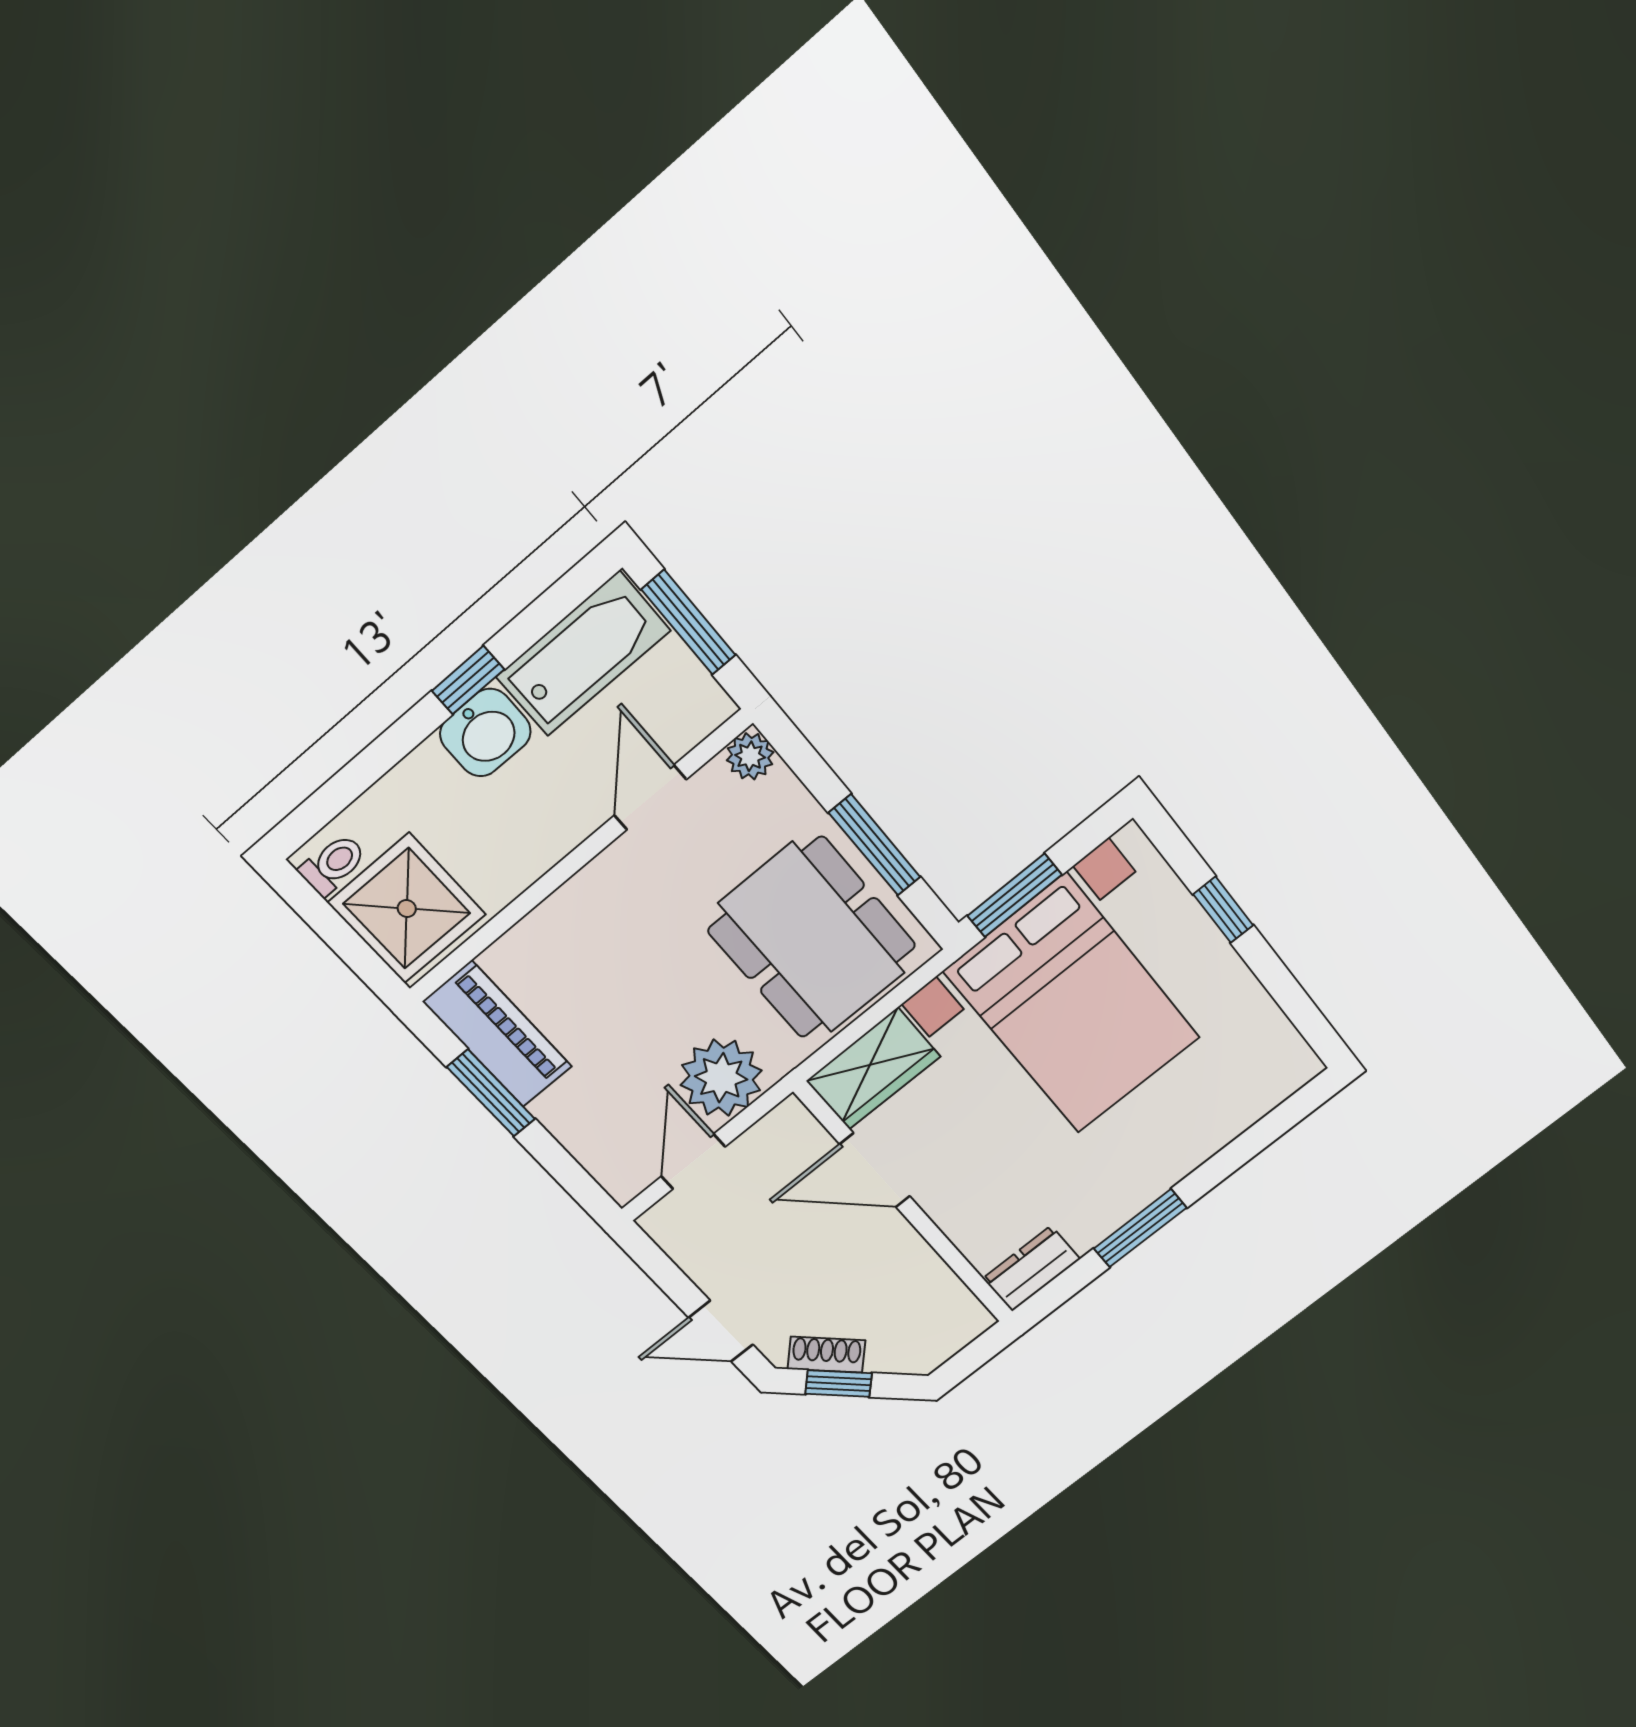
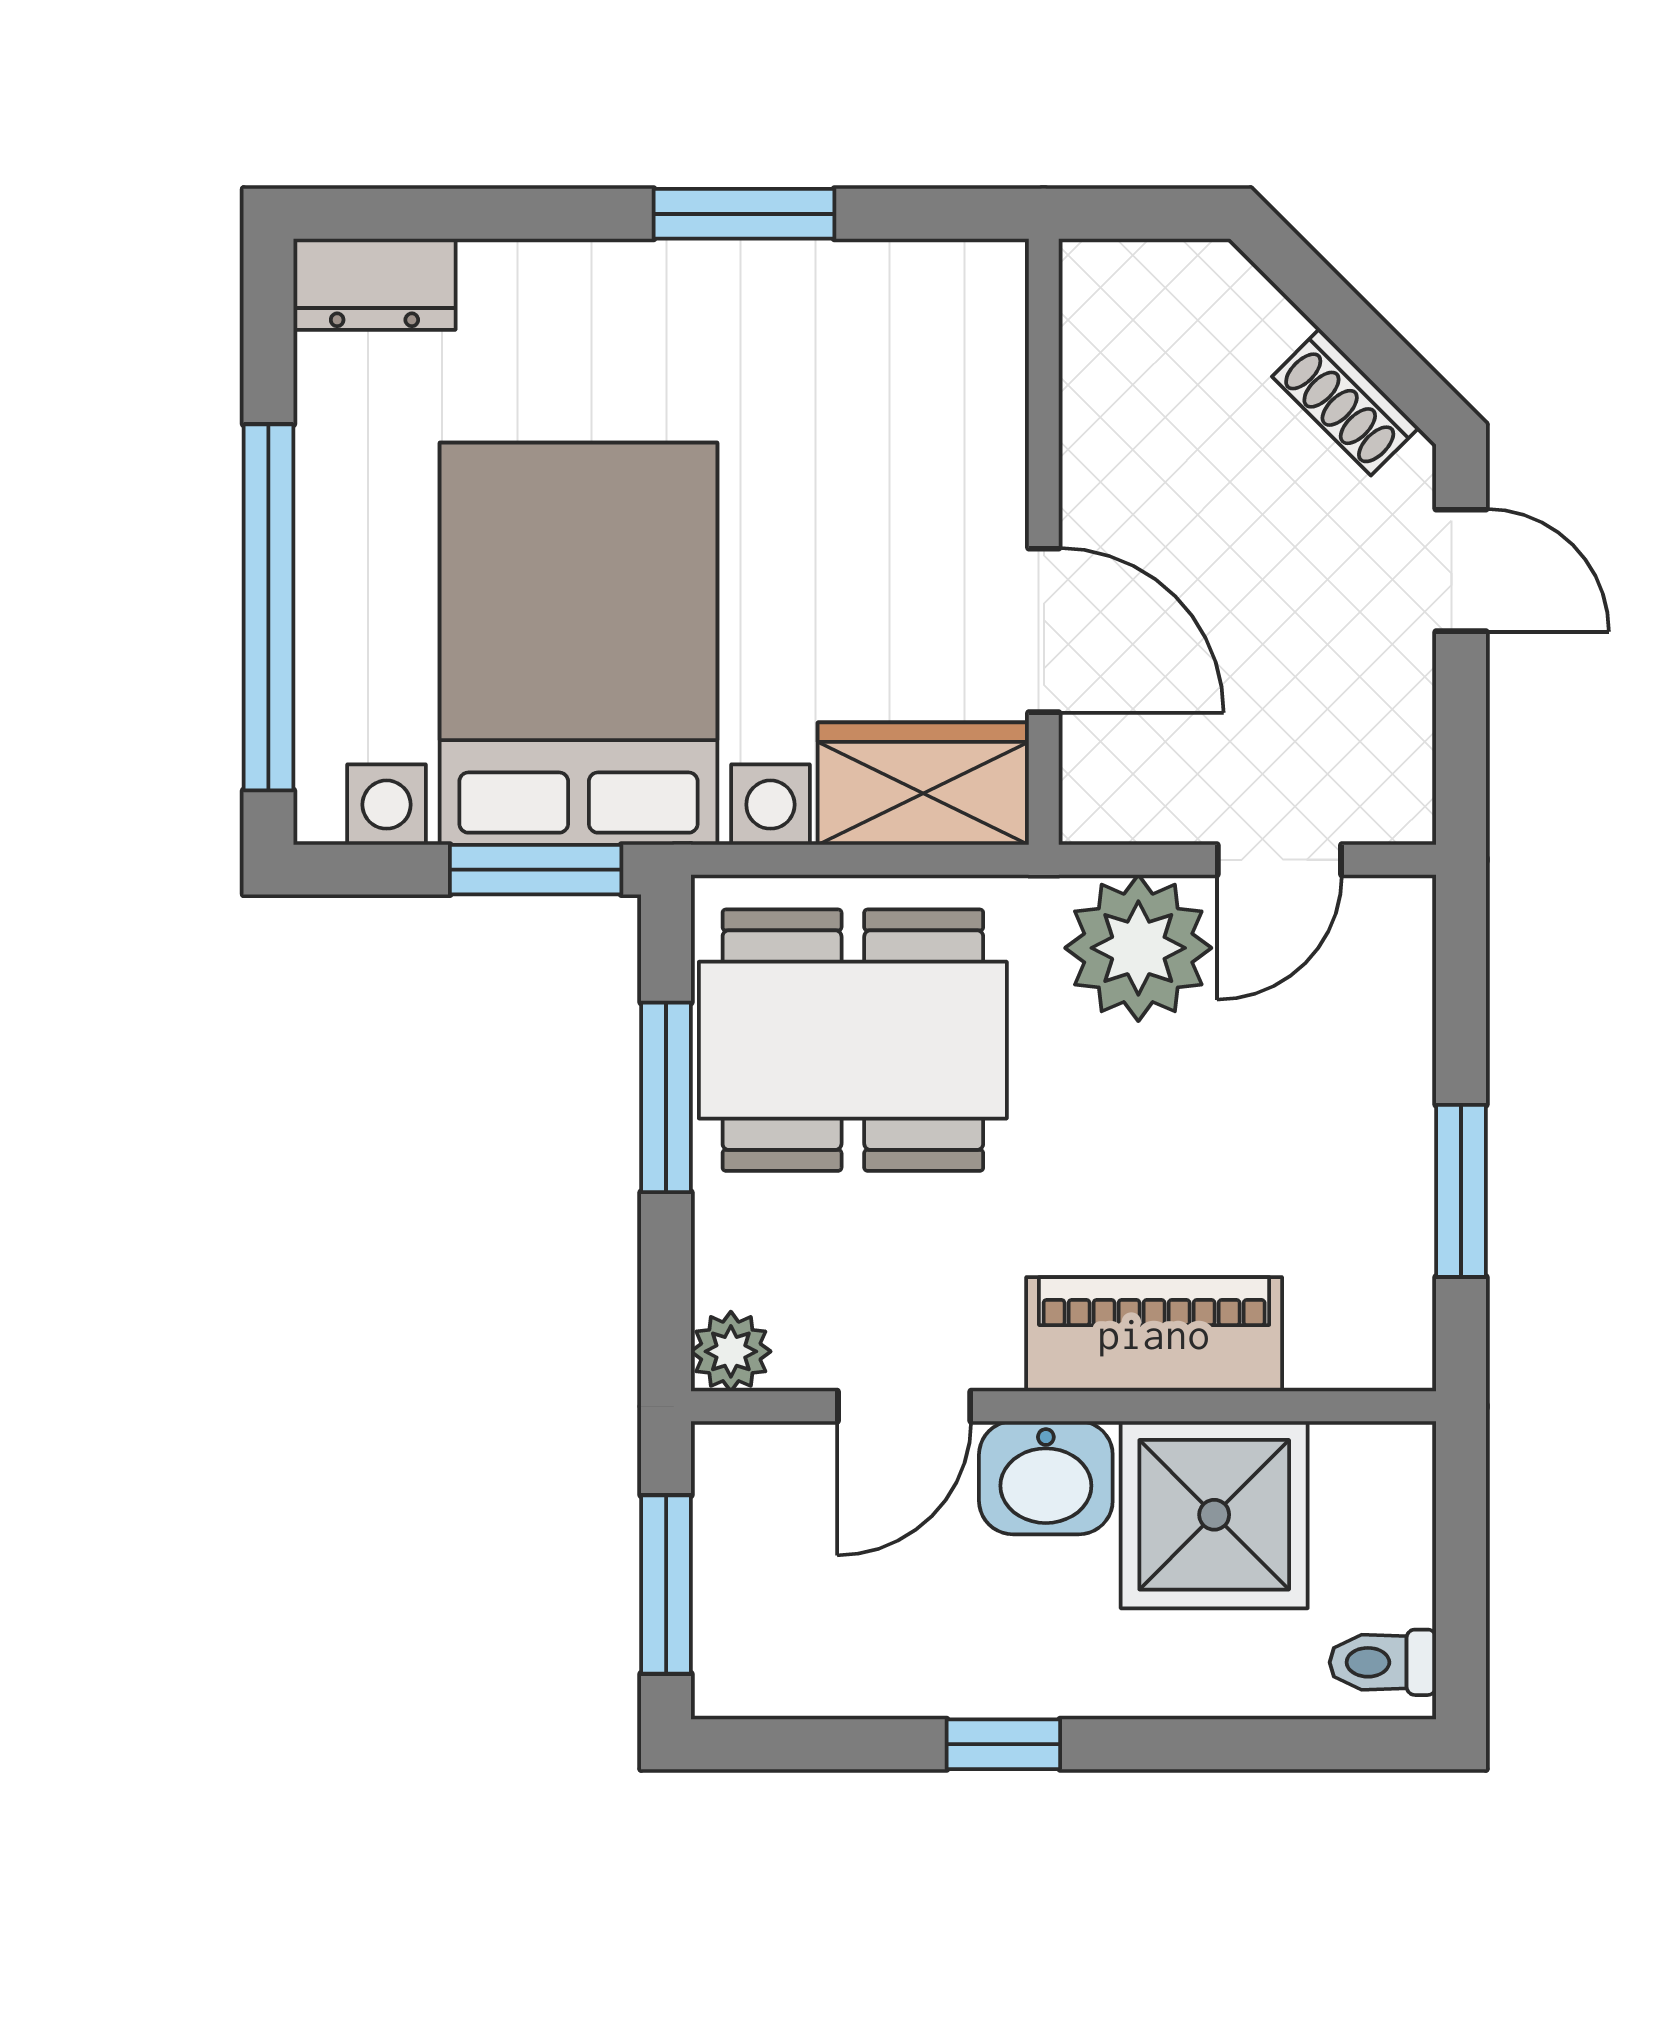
bathtub: (583, 654) -> (831, 1656), removed
washbasin: (485, 733) -> (1046, 1478), moved, turned 180
shower: (407, 908) -> (1214, 1515), moved
window: (1223, 910) -> (268, 607), width x3.17
dining table: (812, 938) -> (853, 1040), turned 90
piano: (498, 1034) -> (1154, 1334), moved, turned 90
dresser: (1031, 1269) -> (374, 284), moved
window: (839, 1384) -> (1367, 340), removed

